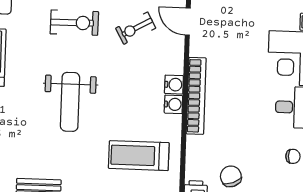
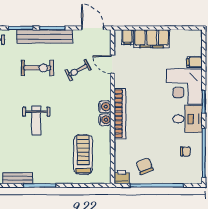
weight bench: (70, 102) -> (36, 120), width x0.73, depth x0.75
treadmill: (139, 156) -> (83, 155), turned 90

